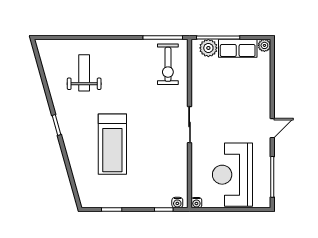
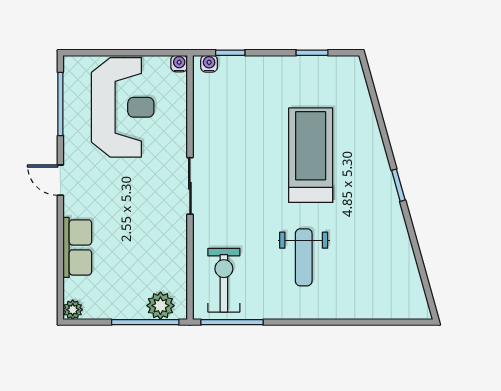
row of seats: (238, 48) -> (77, 247), moved, turned 90
weight bench: (84, 73) -> (304, 257), moved
door: (272, 128) -> (60, 180), hinge flipped

